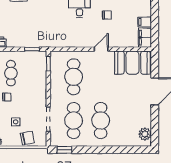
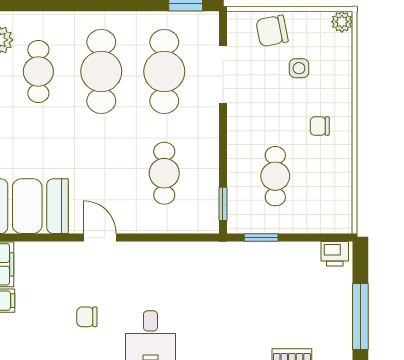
door: (101, 49) -> (100, 238), swing flipped
cafe table: (11, 73) -> (275, 176), moved
cafe table: (74, 77) -> (164, 173), width x0.73, depth x0.74
cafe table: (128, 120) -> (38, 71), added

